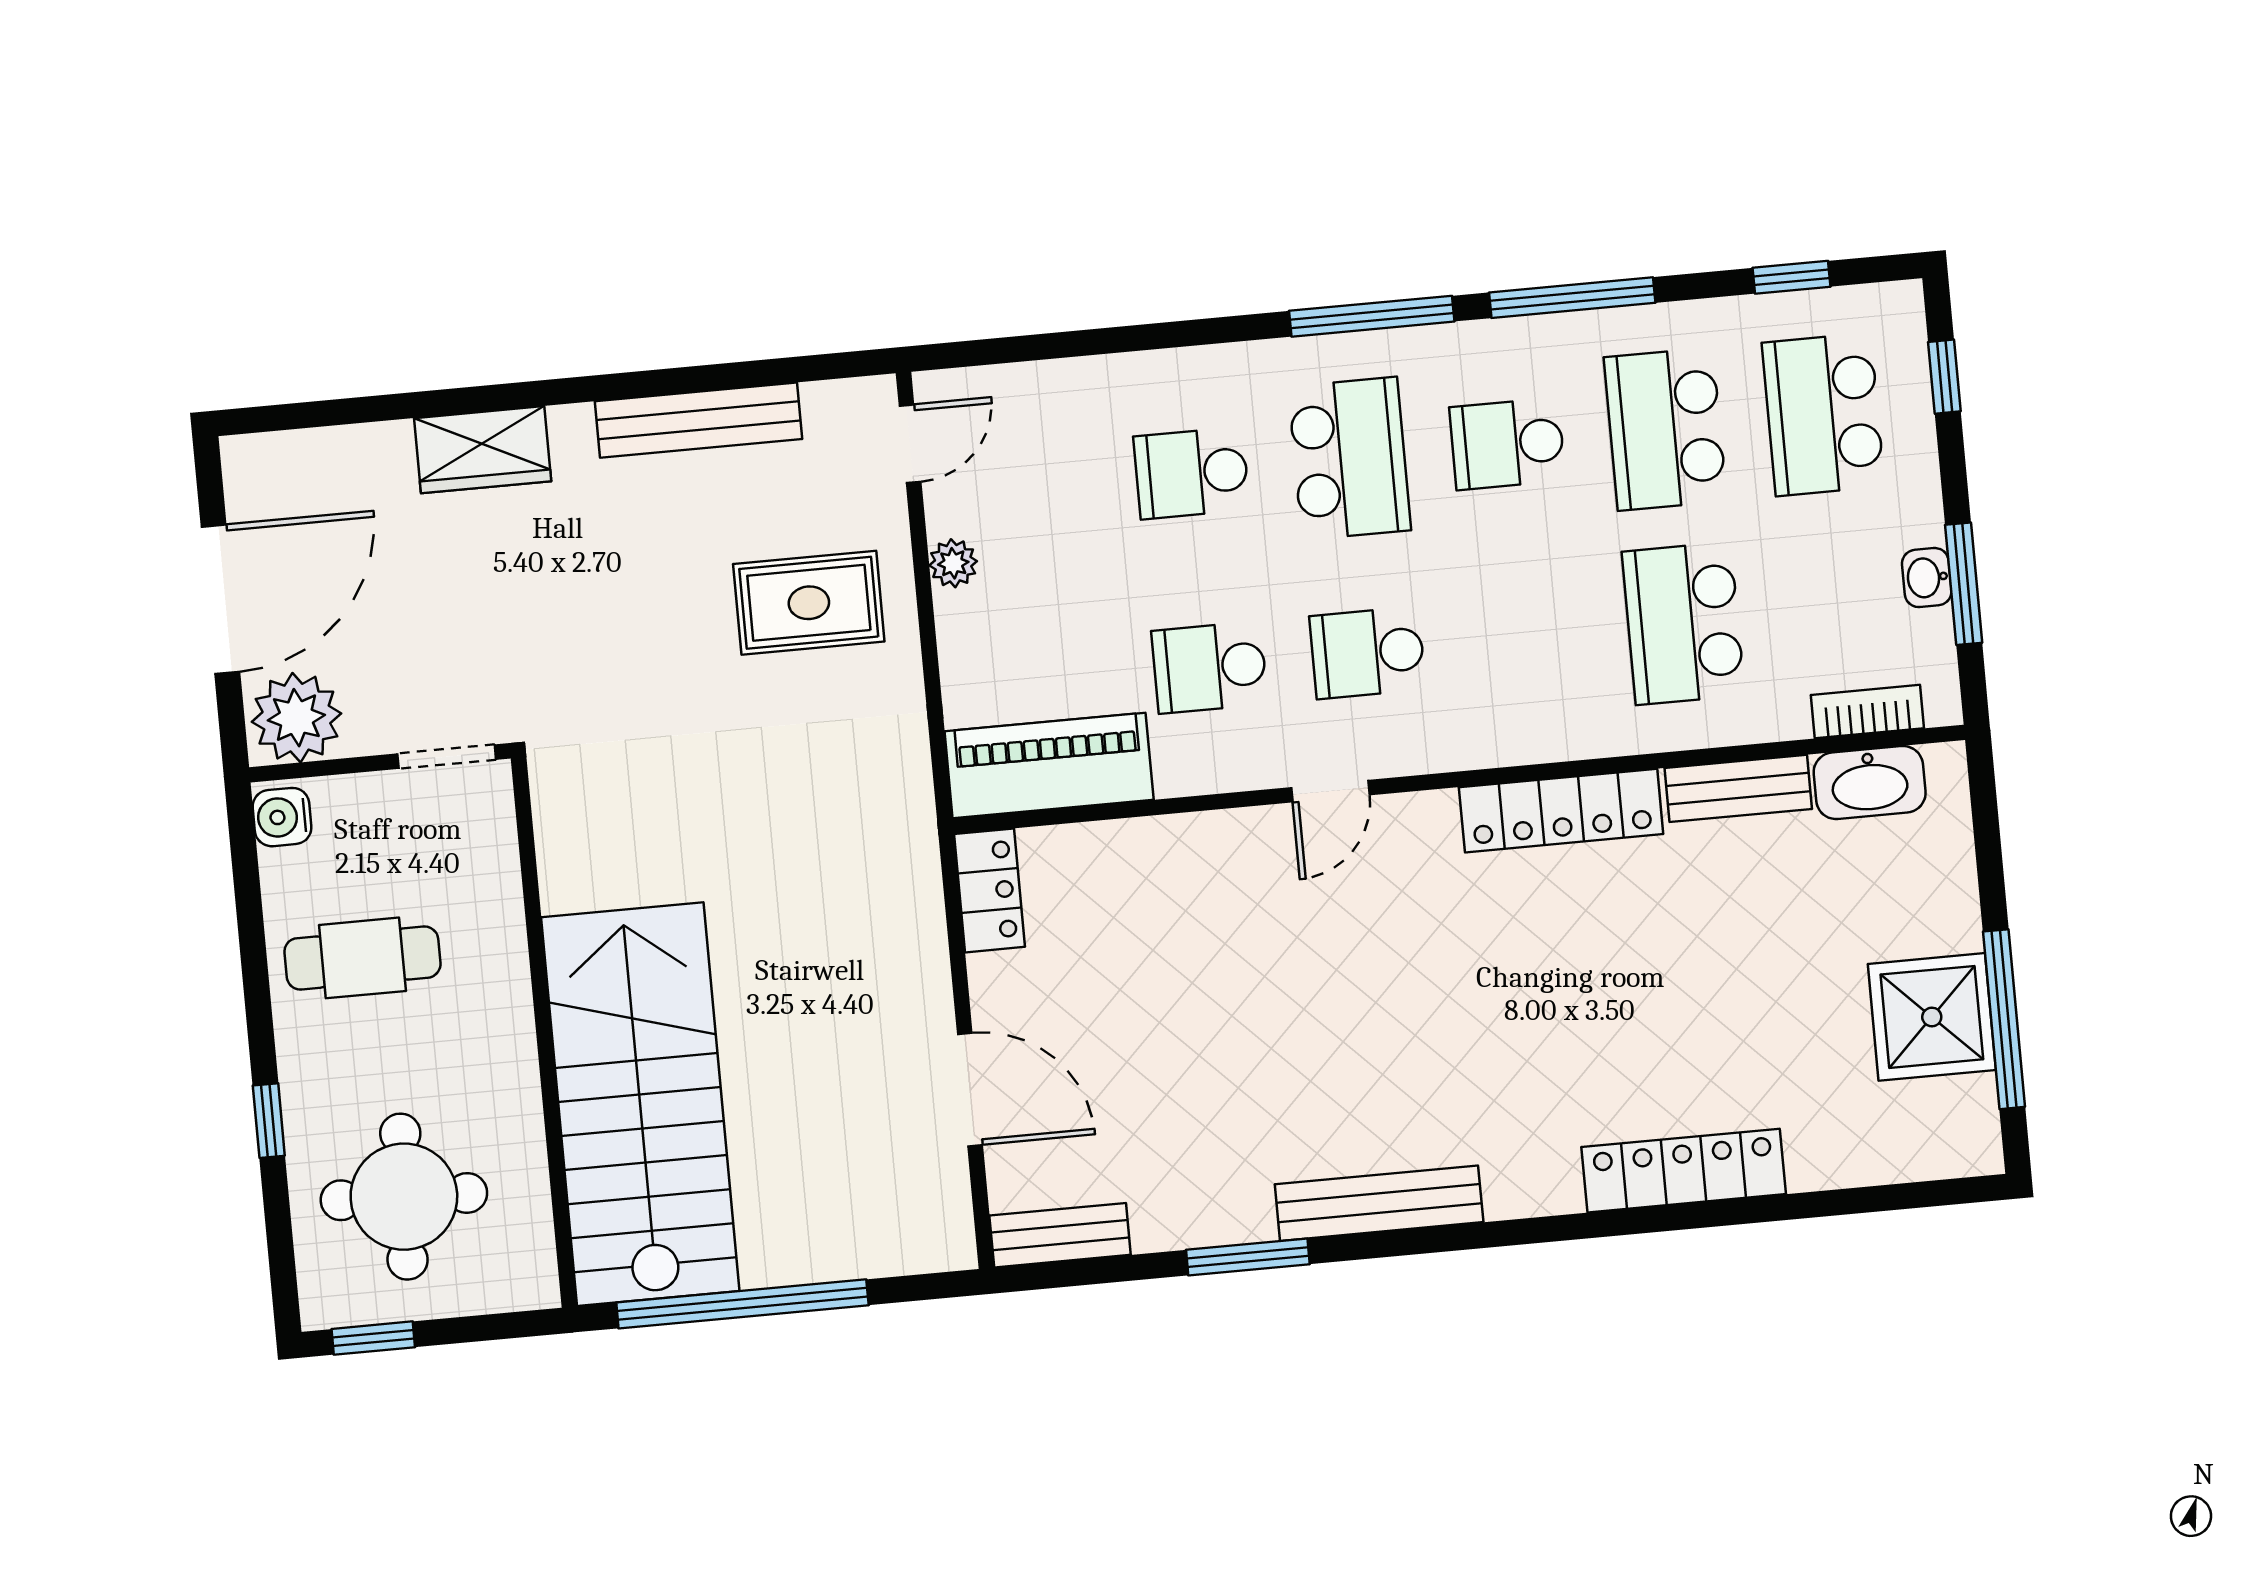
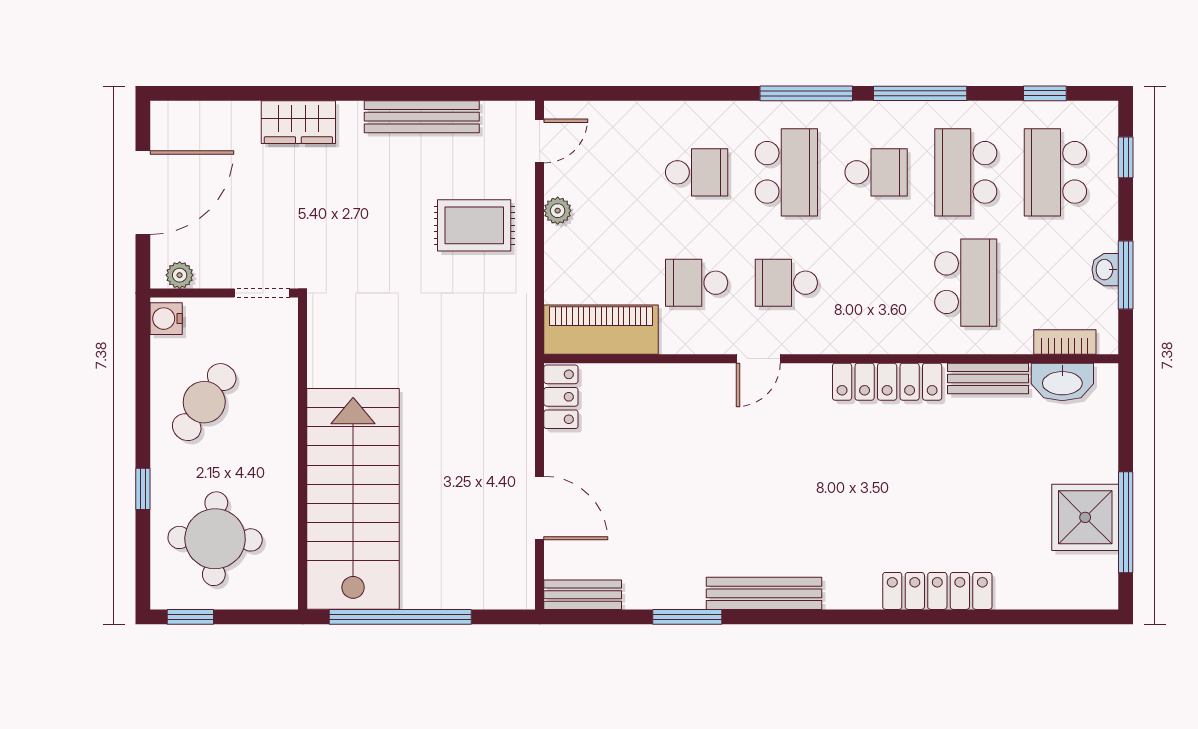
school desk: (1507, 444) -> (876, 172), turned 180
school desk: (1192, 473) -> (697, 172), turned 180
school desk: (1683, 623) -> (966, 283), turned 180
plant: (296, 718) -> (180, 275), width x0.53, depth x0.53
cafe table: (362, 958) -> (204, 402), turned -55

